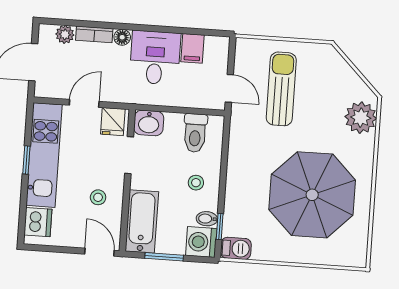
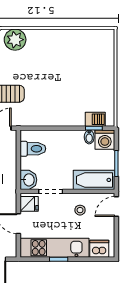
stool: (196, 183) -> (66, 146), removed
parasol: (312, 195) -> (68, 68), removed
barbecue: (236, 248) -> (95, 119), moved, turned 90

